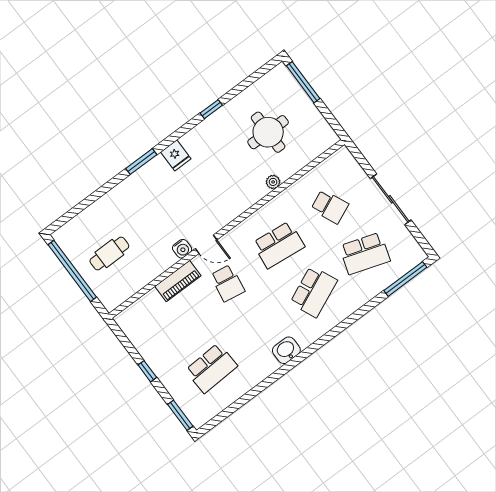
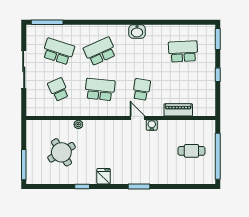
round table: (268, 132) -> (61, 152), turned -31
fridge: (176, 155) -> (104, 176), moved
piano: (178, 281) -> (178, 110), moved

